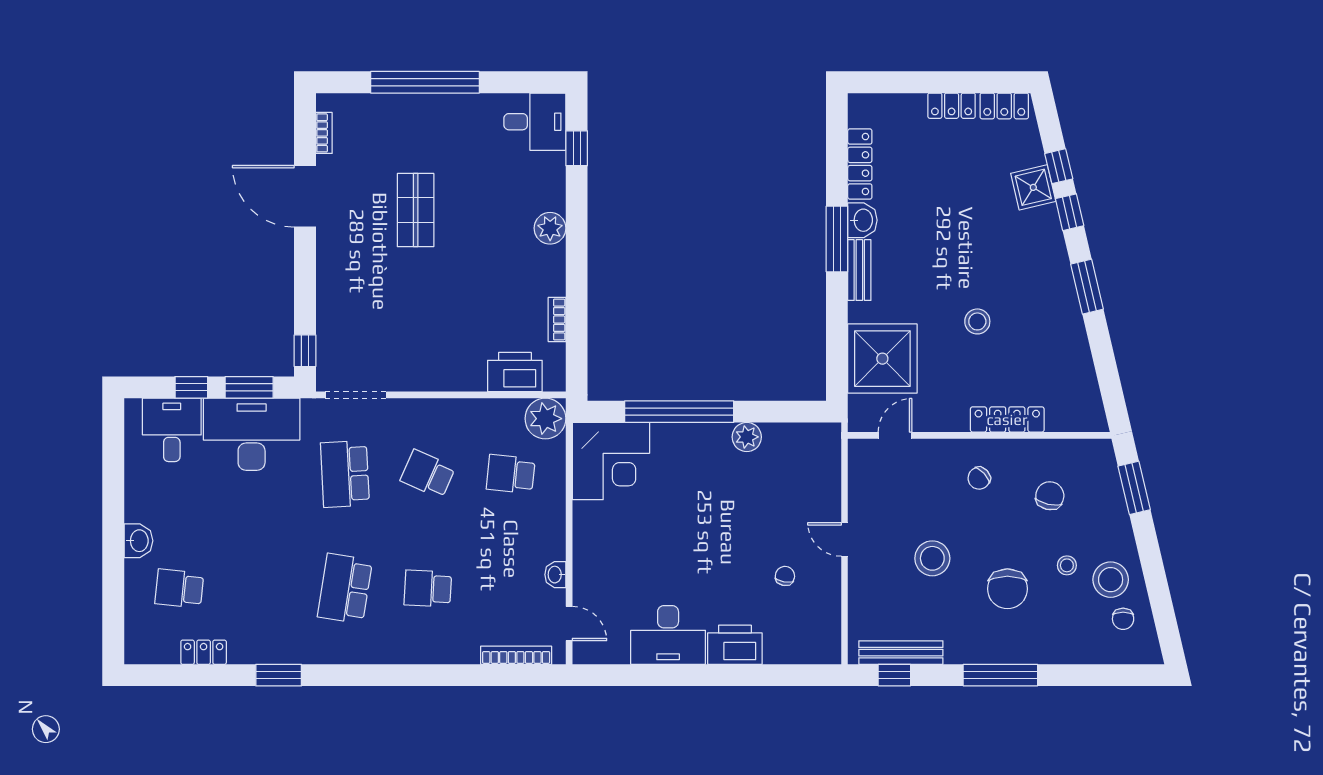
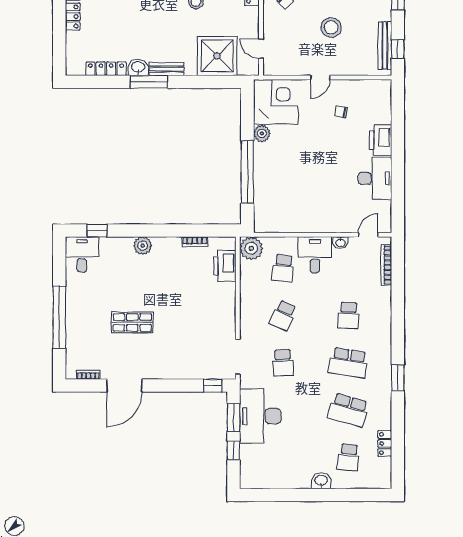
desk: (172, 430) -> (315, 255), moved, turned 90
corner desk: (611, 461) -> (276, 102), moved
school desk: (345, 474) -> (283, 363), width x0.54
school desk: (262, 588) -> (348, 410), added
window: (279, 675) -> (398, 378), moved

